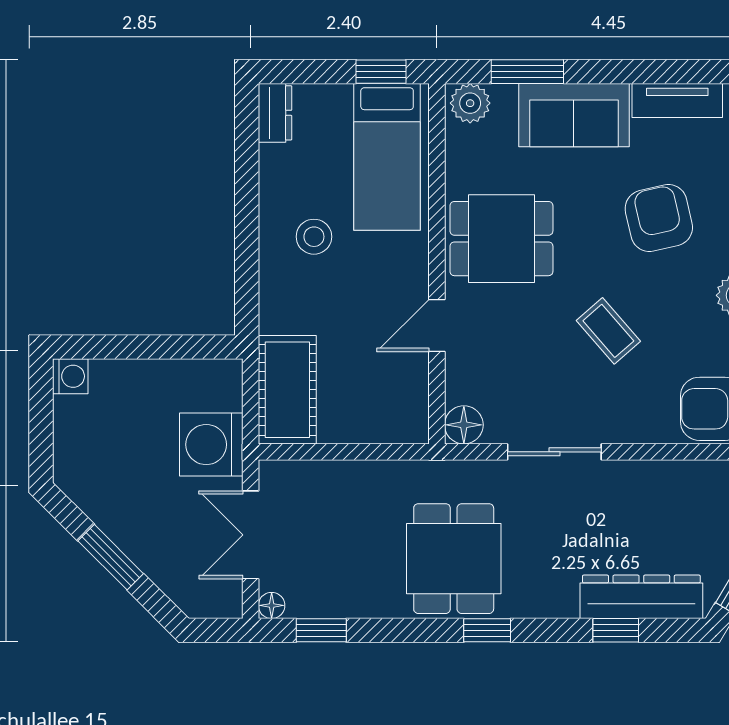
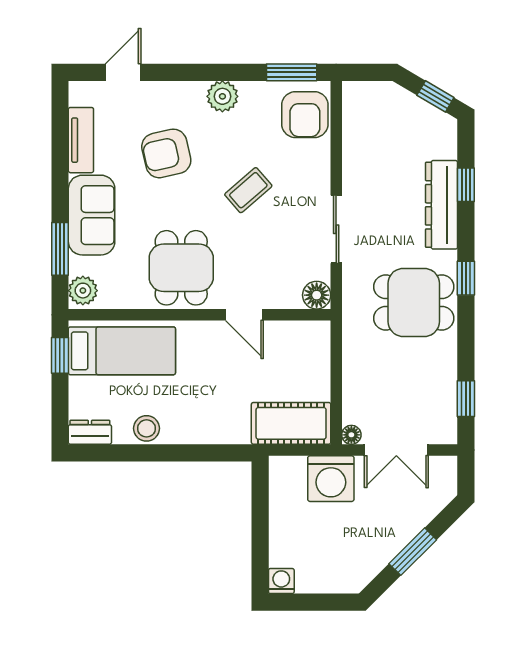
stool: (314, 237) -> (146, 428), moved
dresser: (641, 597) -> (442, 205), moved
floor lamp: (272, 605) -> (351, 435), moved

